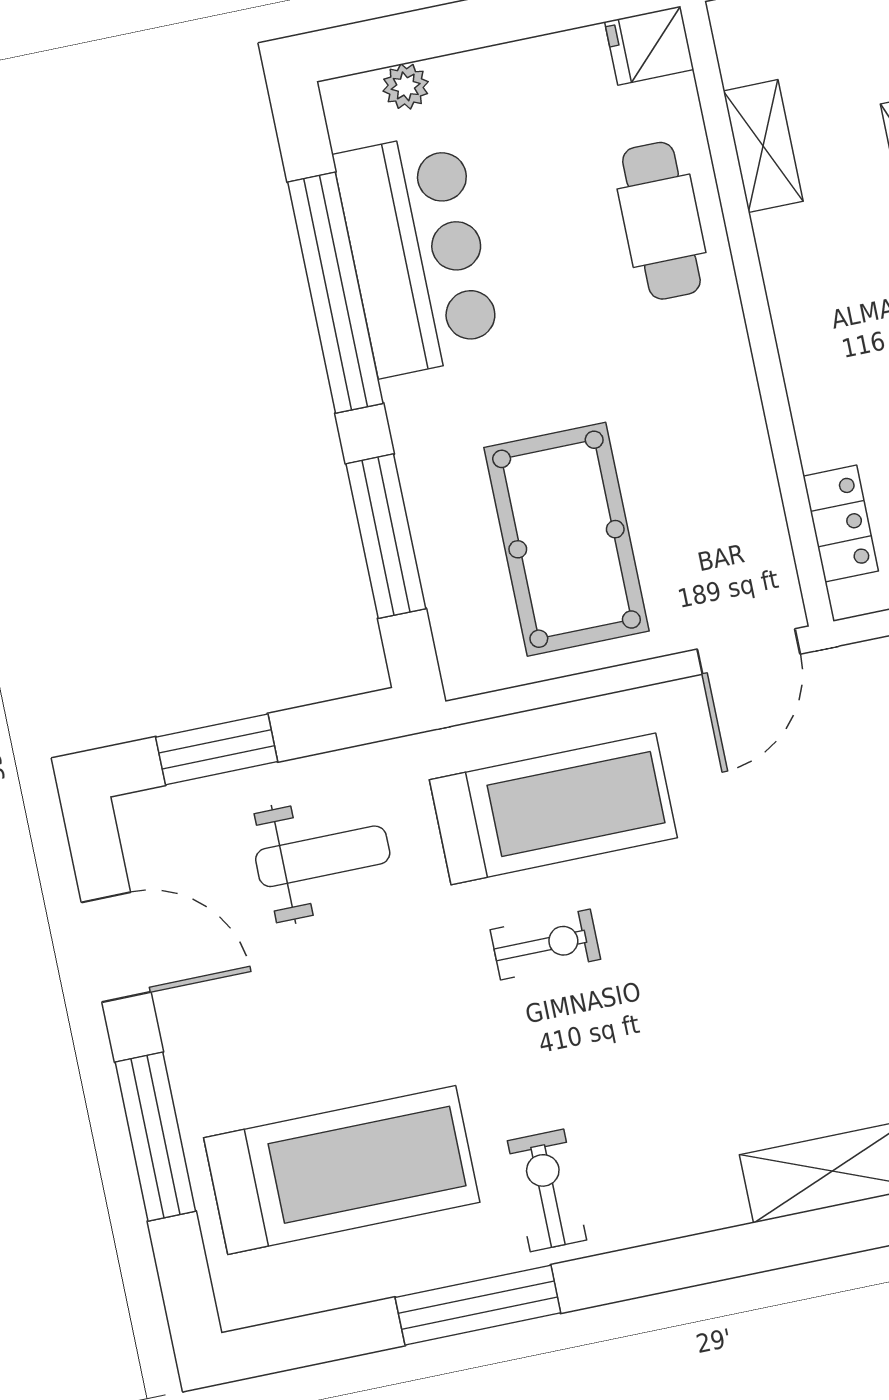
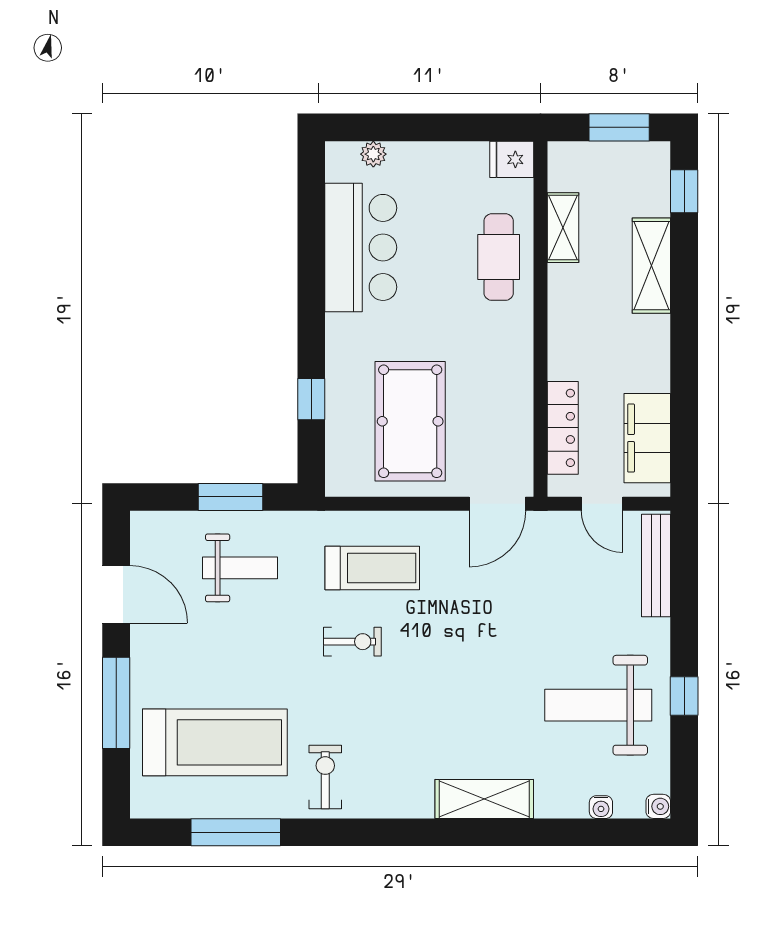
window: (335, 293) -> (311, 259), removed
locker: (841, 524) -> (563, 428), width x1.53
window: (386, 536) -> (311, 399), width x0.46
window: (217, 749) -> (230, 497), moved
treadmill: (553, 809) -> (372, 568), width x0.73, depth x0.73
window: (478, 1305) -> (236, 832), moved

